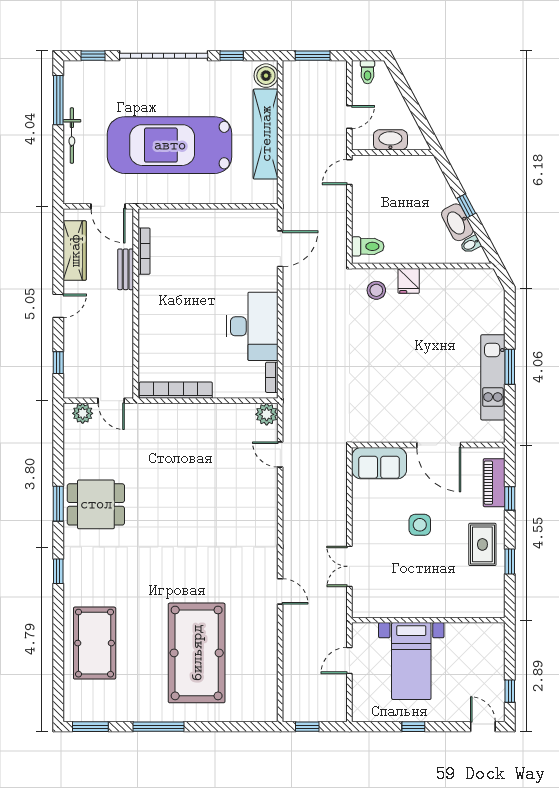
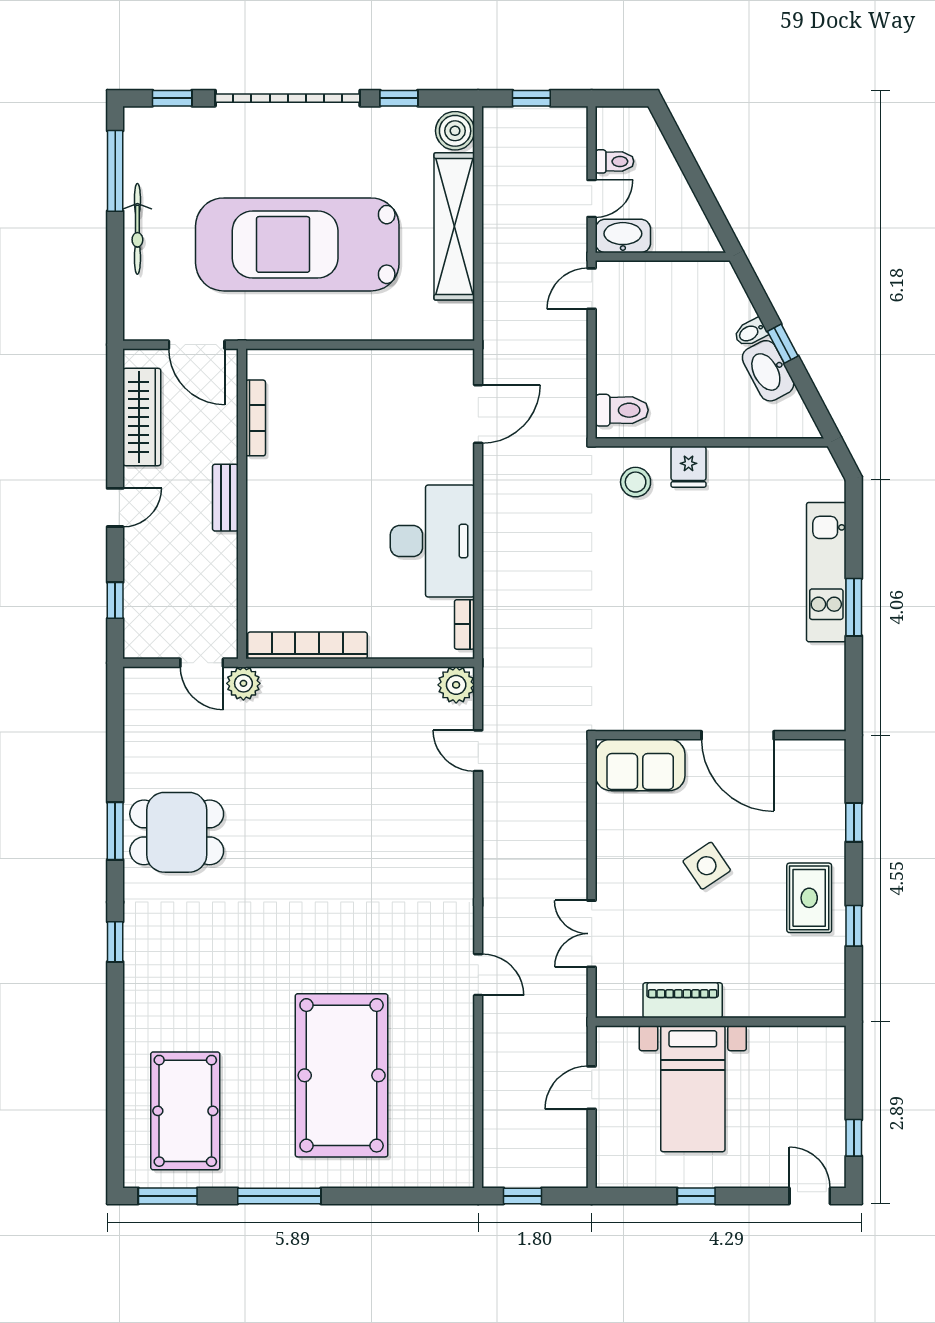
window: (313, 56) -> (531, 98), width x0.67
toilet: (367, 72) -> (615, 161), moved, turned -90
washbasin: (390, 140) -> (623, 236), moved
bidet: (471, 244) -> (751, 332), moved
bench: (126, 269) -> (225, 498), moved
kitchen unit: (493, 377) -> (826, 572), moved
plant: (83, 413) -> (243, 683), moved
piano: (494, 483) -> (683, 1000), moved, turned 90
side table: (420, 525) -> (707, 866), turned -34
pool table: (95, 643) -> (185, 1111), moved

